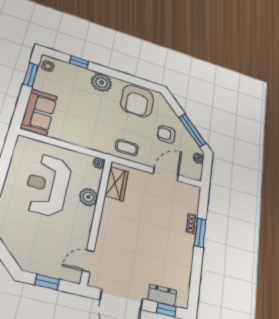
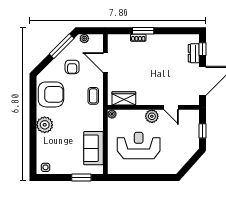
window: (79, 62) -> (33, 145), removed
window: (31, 75) -> (81, 178), moved
sofa: (39, 112) -> (93, 148), moved, turned -90
reception desk: (48, 185) -> (139, 146), turned 180
plant: (88, 197) -> (152, 116), moved
door: (88, 261) -> (171, 107), moved

